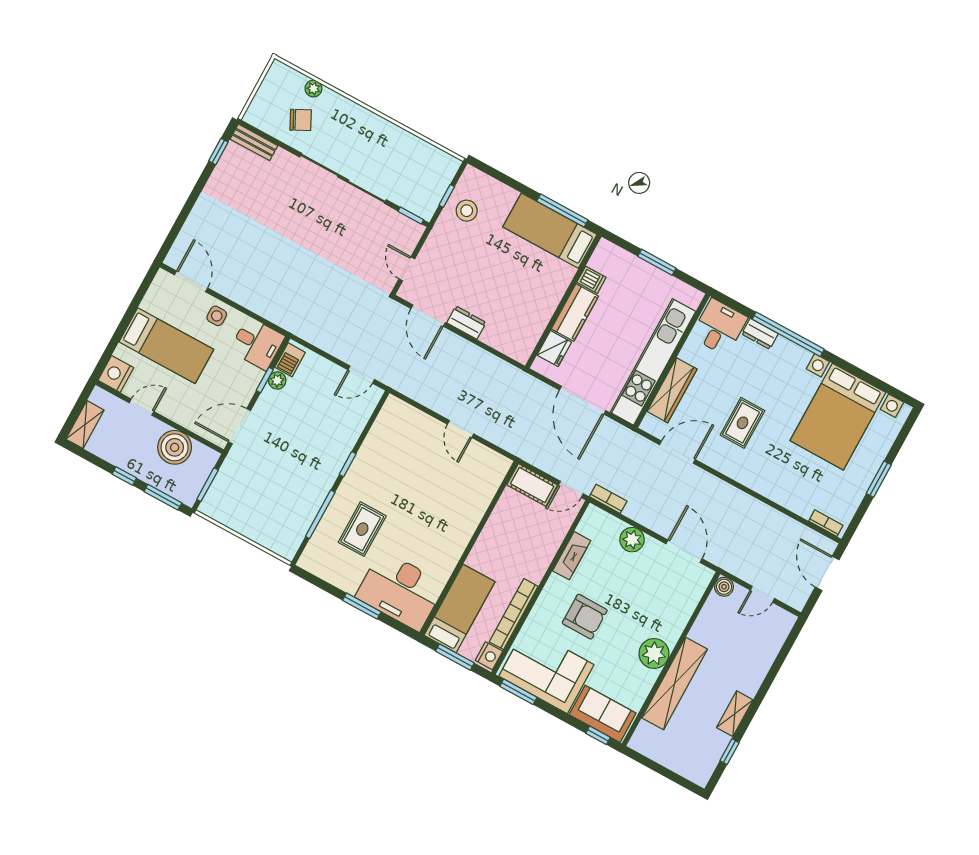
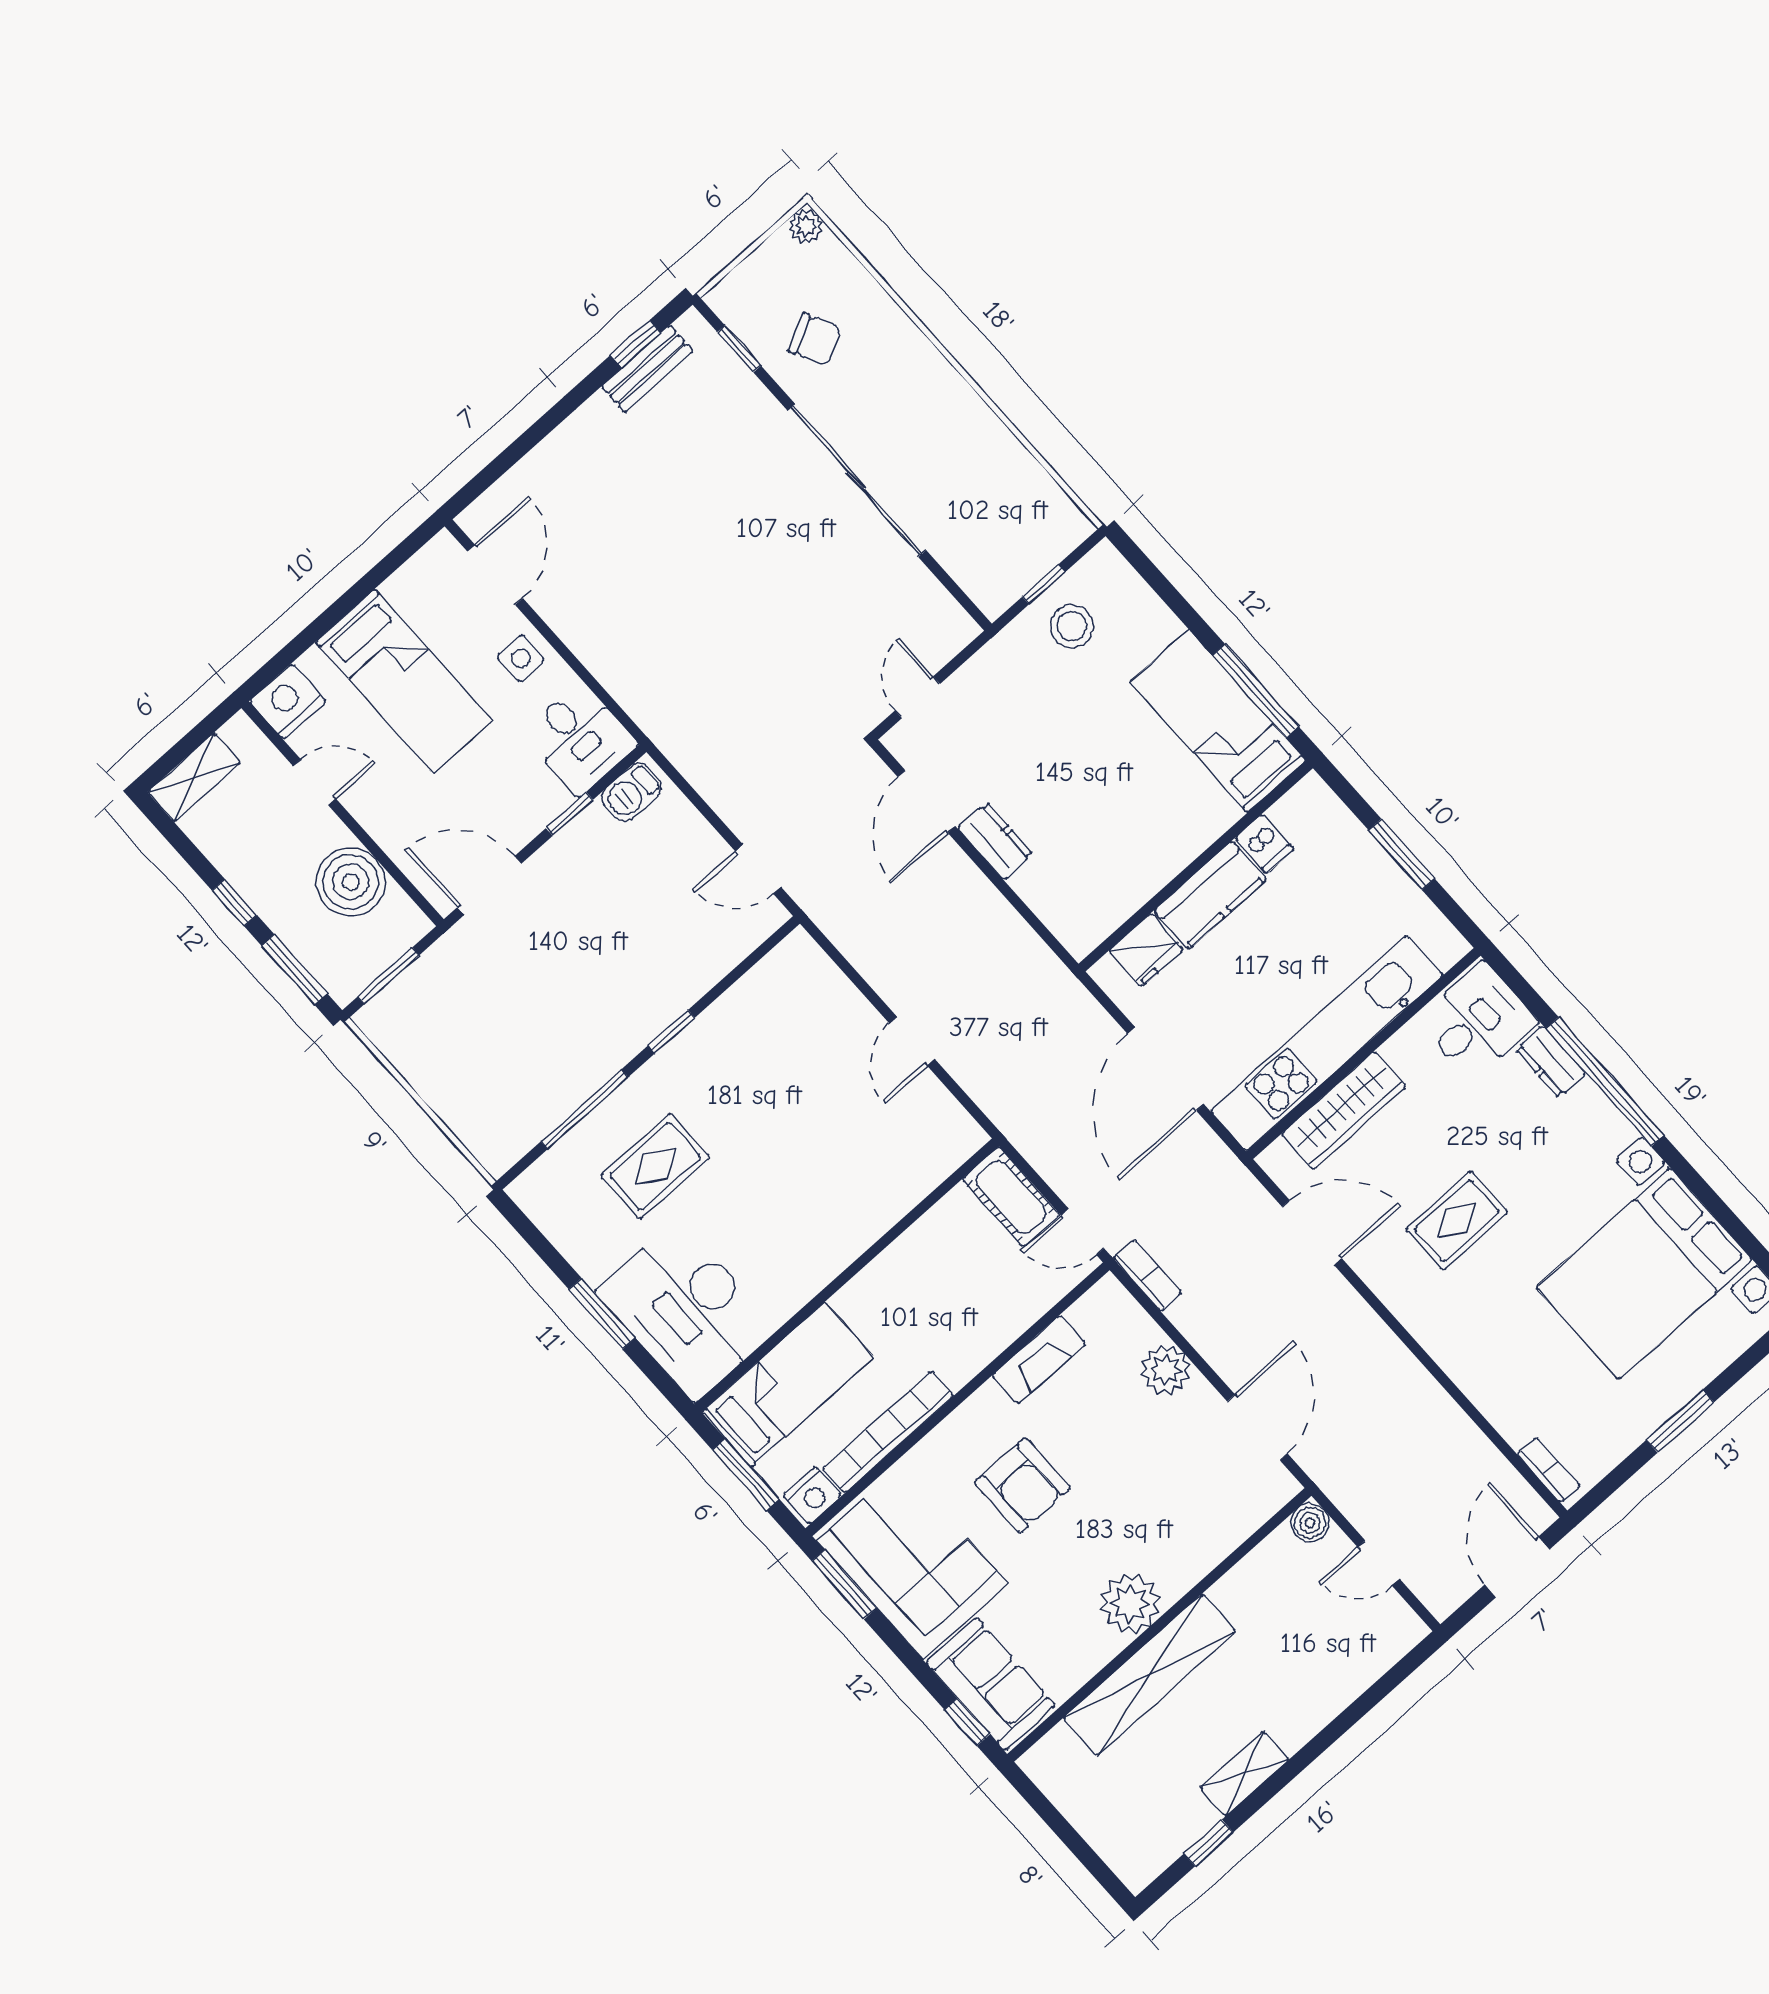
plant: (313, 89) -> (806, 226), moved
bench: (254, 142) -> (647, 369), moved, turned 90
window: (411, 215) -> (739, 349), moved
plant: (277, 380) -> (593, 823), removed

